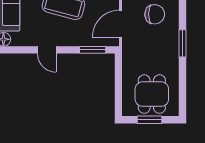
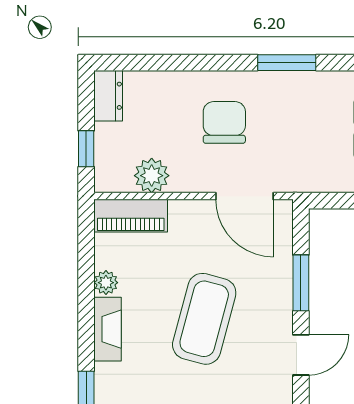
window: (93, 50) -> (301, 283), moved

